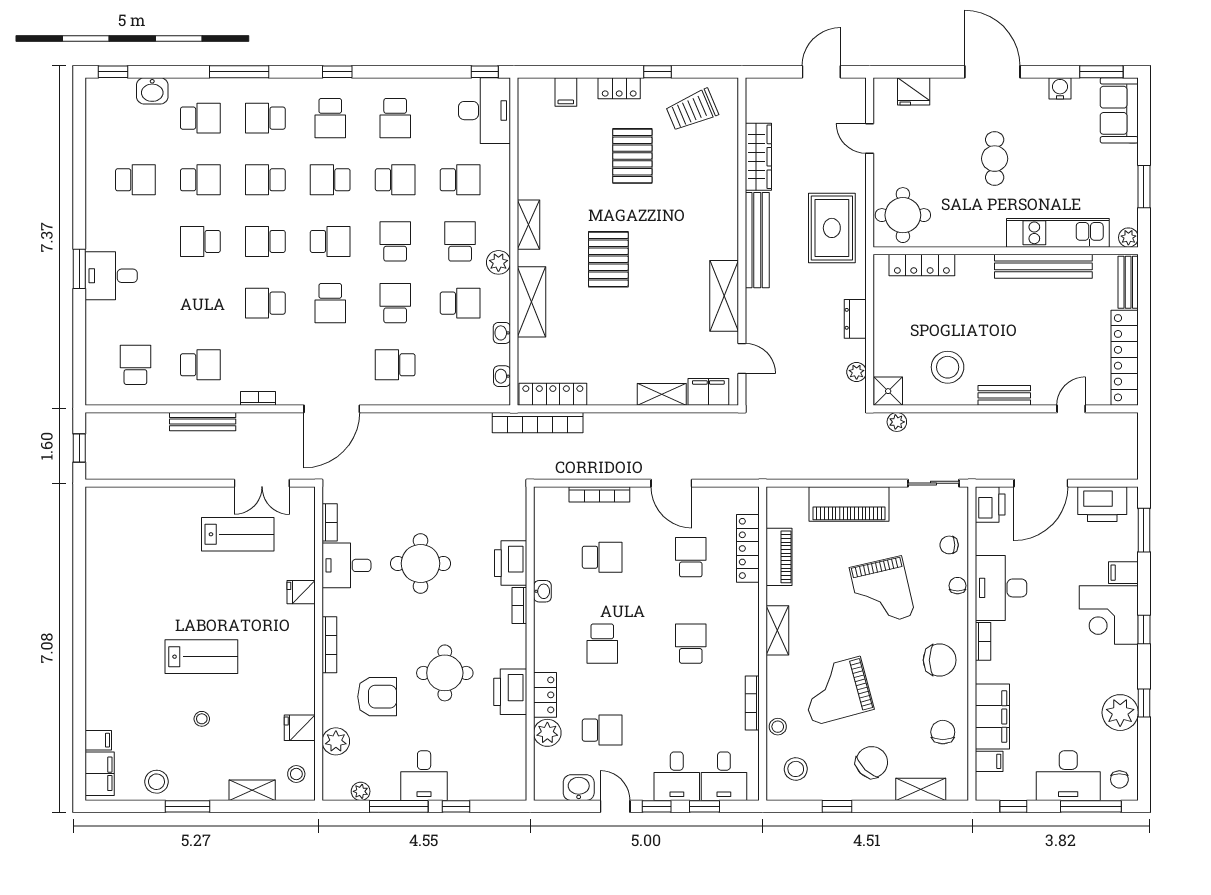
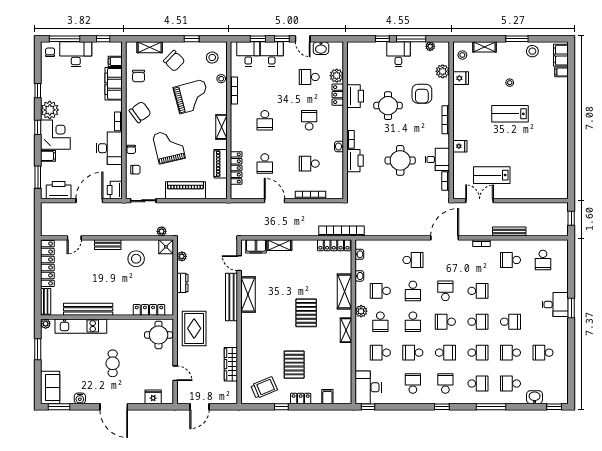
bench: (757, 240) -> (232, 297), moved
chair: (940, 660) -> (140, 112), turned 144
armchair: (377, 697) -> (422, 94), turned -90
plant: (1120, 713) -> (50, 110), moved
chair: (872, 762) -> (174, 61), turned -90

